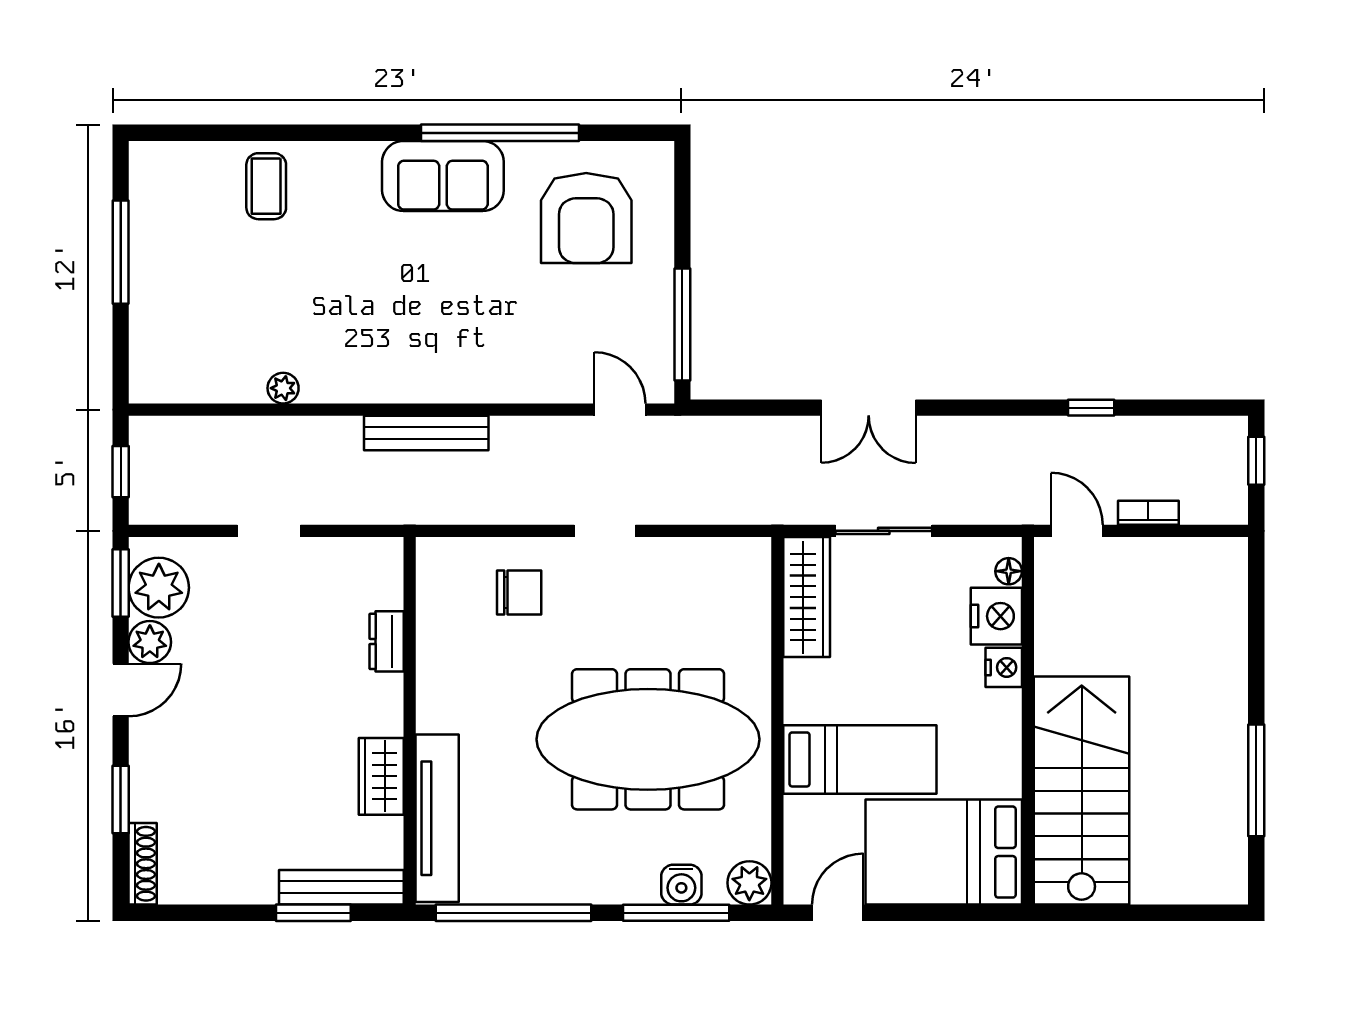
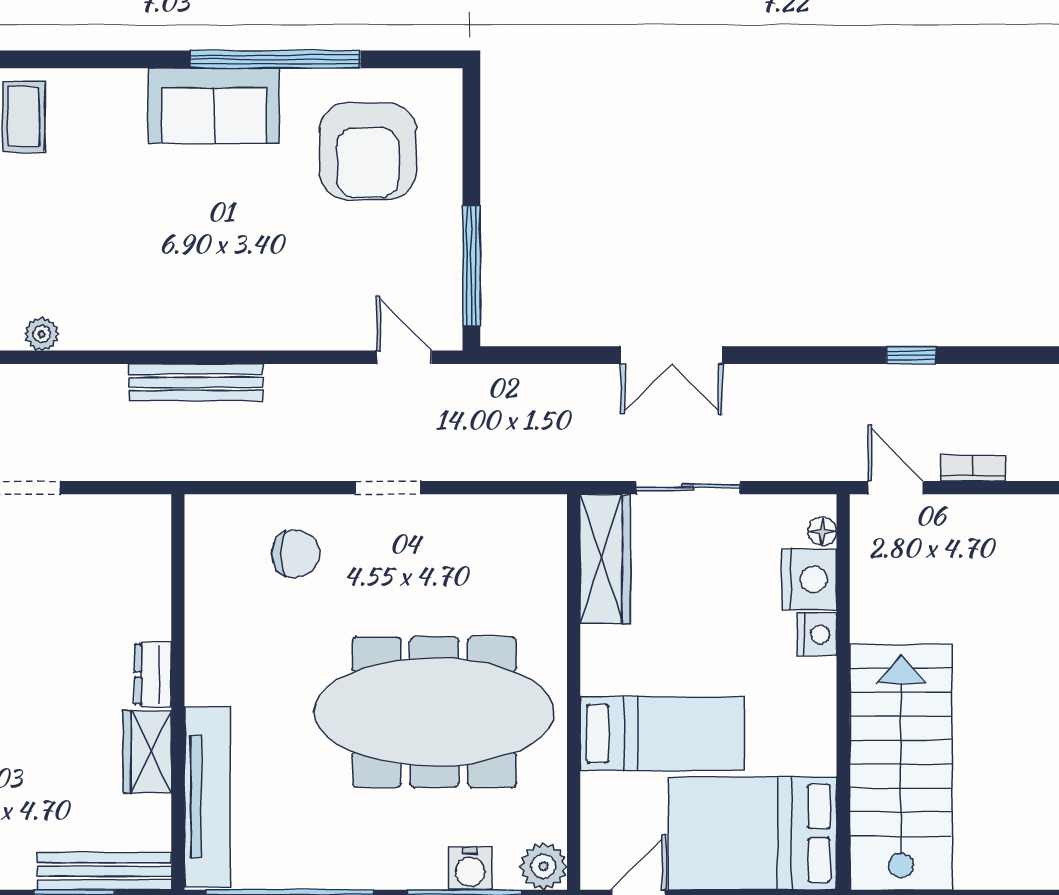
dresser: (387, 641) -> (153, 675), moved

